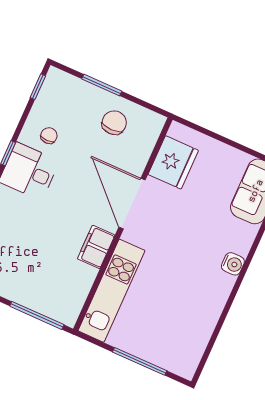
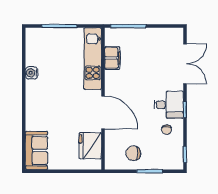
chair: (114, 123) -> (133, 153), turned 90
filing cabinet: (96, 247) -> (112, 58), moved
water cooler: (233, 264) -> (32, 73), moved

